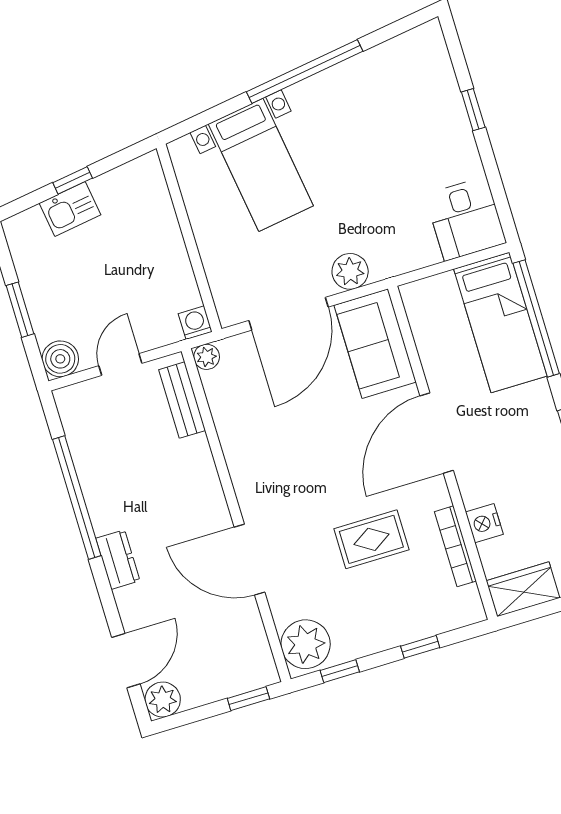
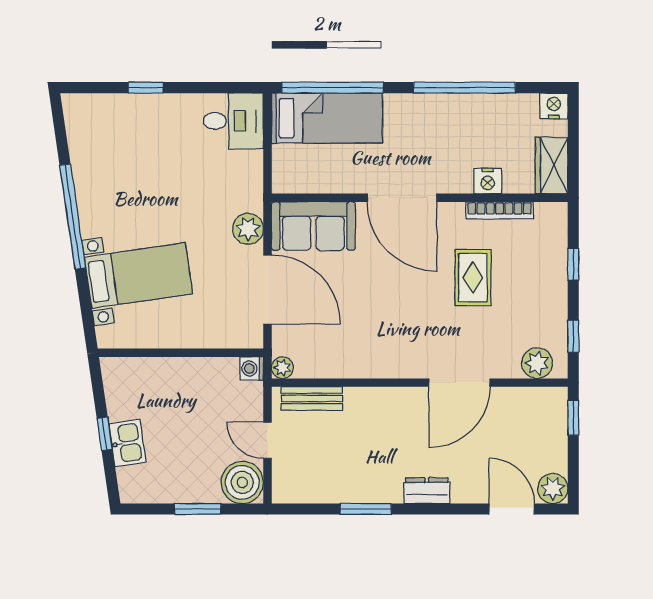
boiler: (60, 359) -> (242, 482), width x1.37, depth x1.37
window: (77, 498) -> (366, 509), width x0.47
plant: (306, 644) -> (537, 363), width x0.73, depth x0.73

